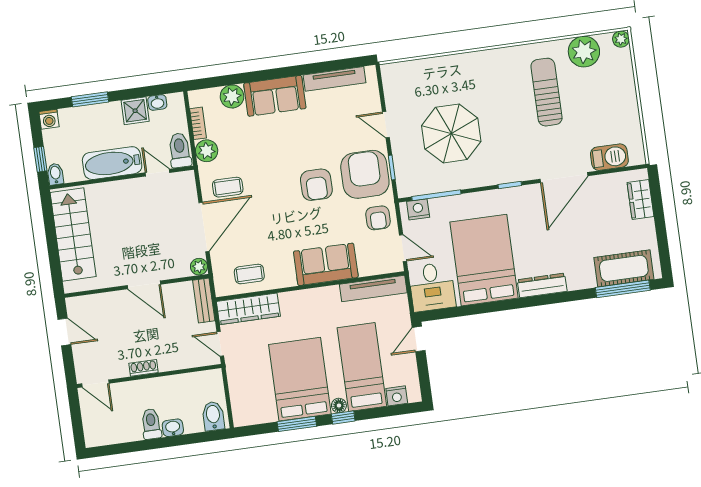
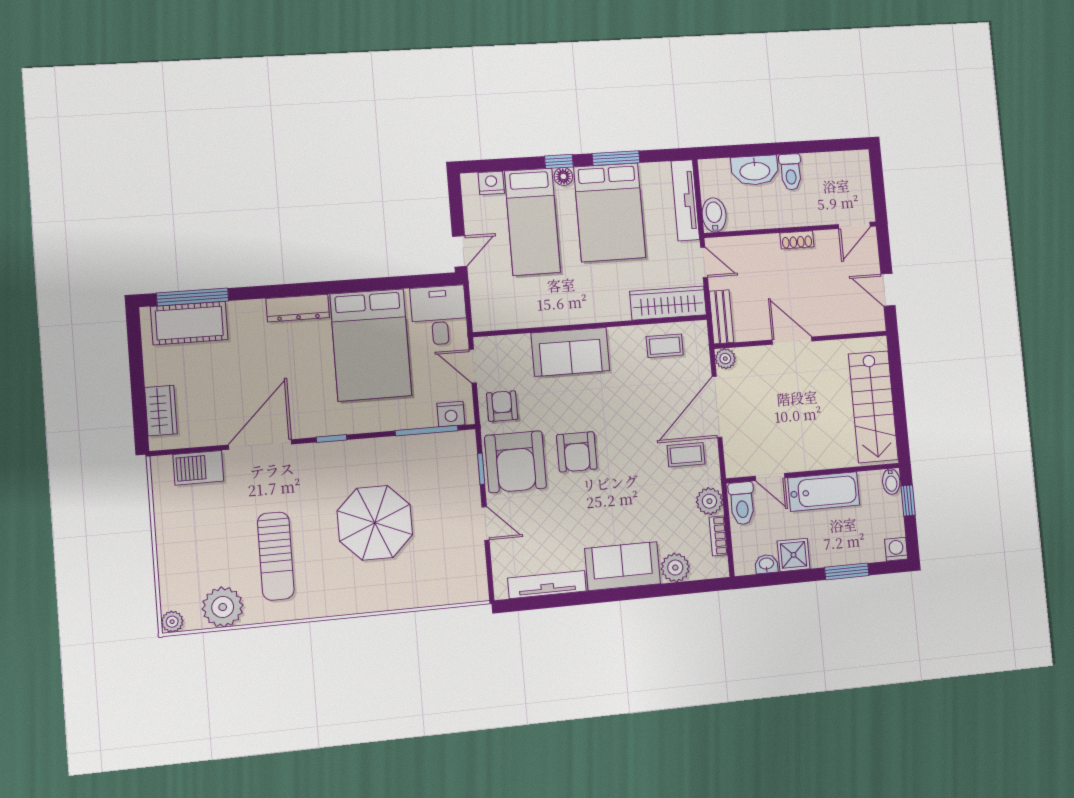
parasol: (451, 133) -> (375, 523), moved
armchair: (316, 185) -> (577, 452), turned 180
tv unit: (373, 289) -> (685, 200), moved, turned -90
door: (95, 383) -> (854, 225), swing flipped
bidet: (213, 416) -> (714, 215), moved, turned 180
washbasin: (173, 428) -> (755, 170), width x1.91, depth x1.45

